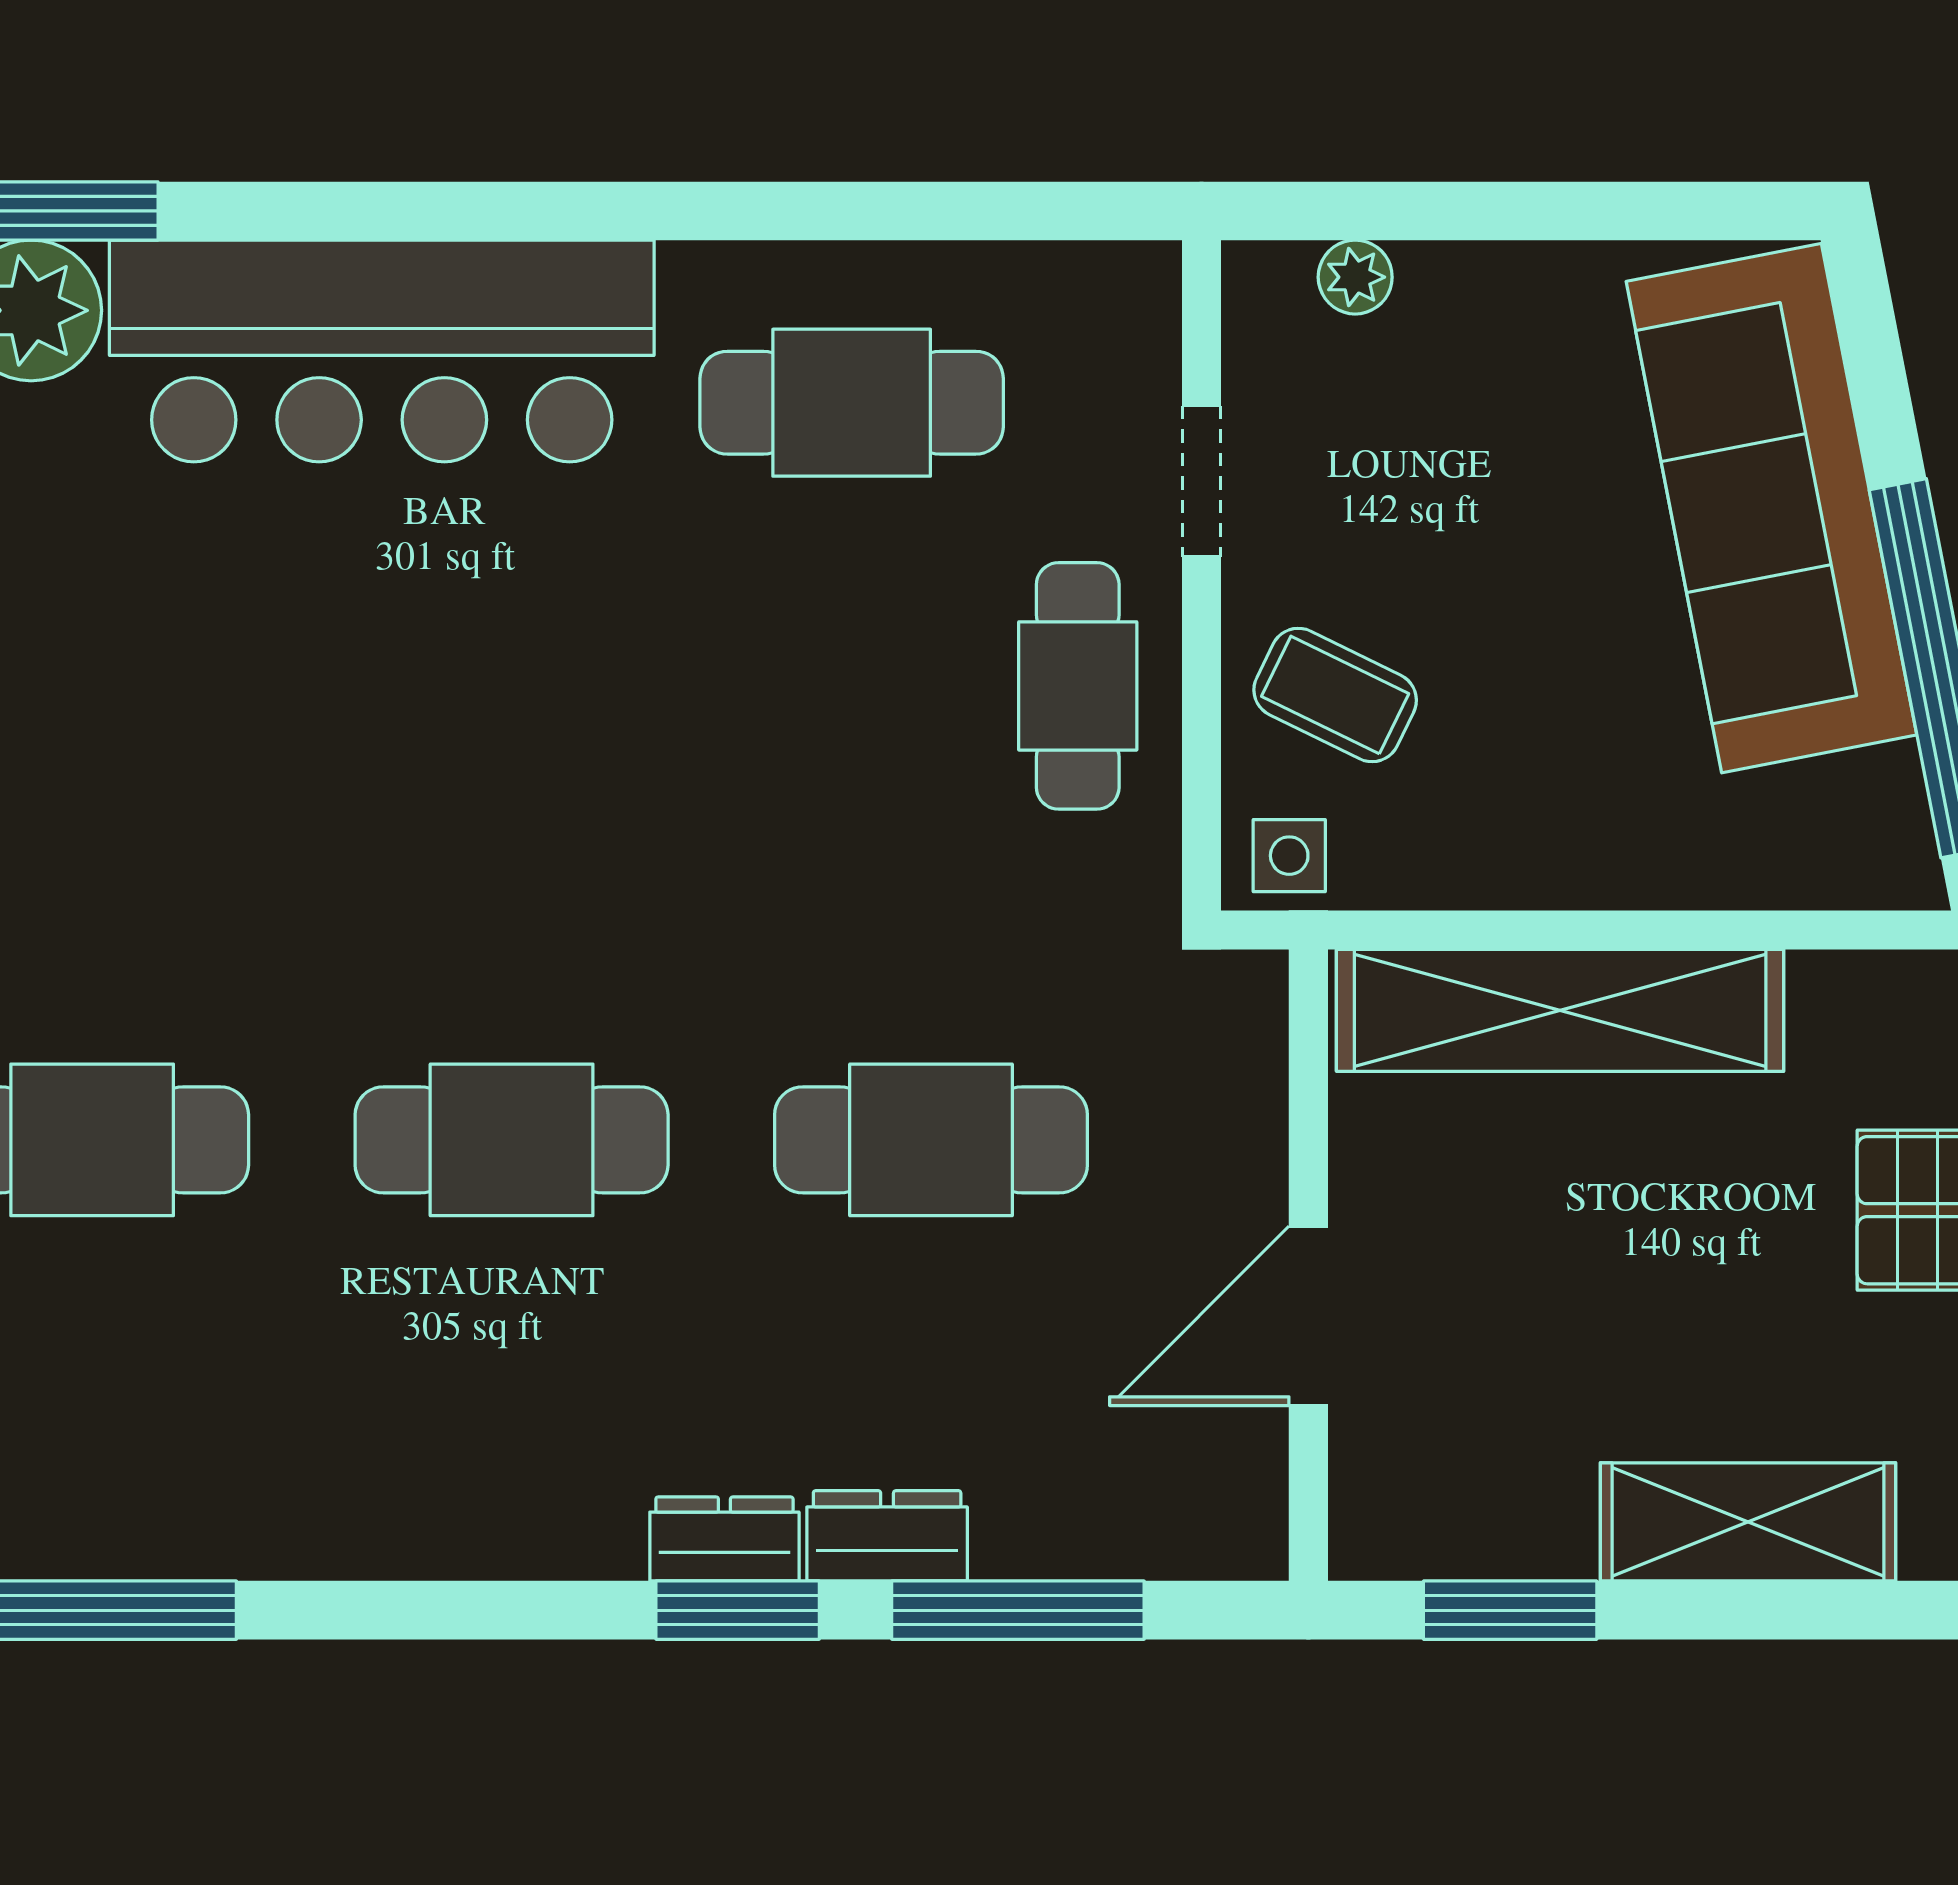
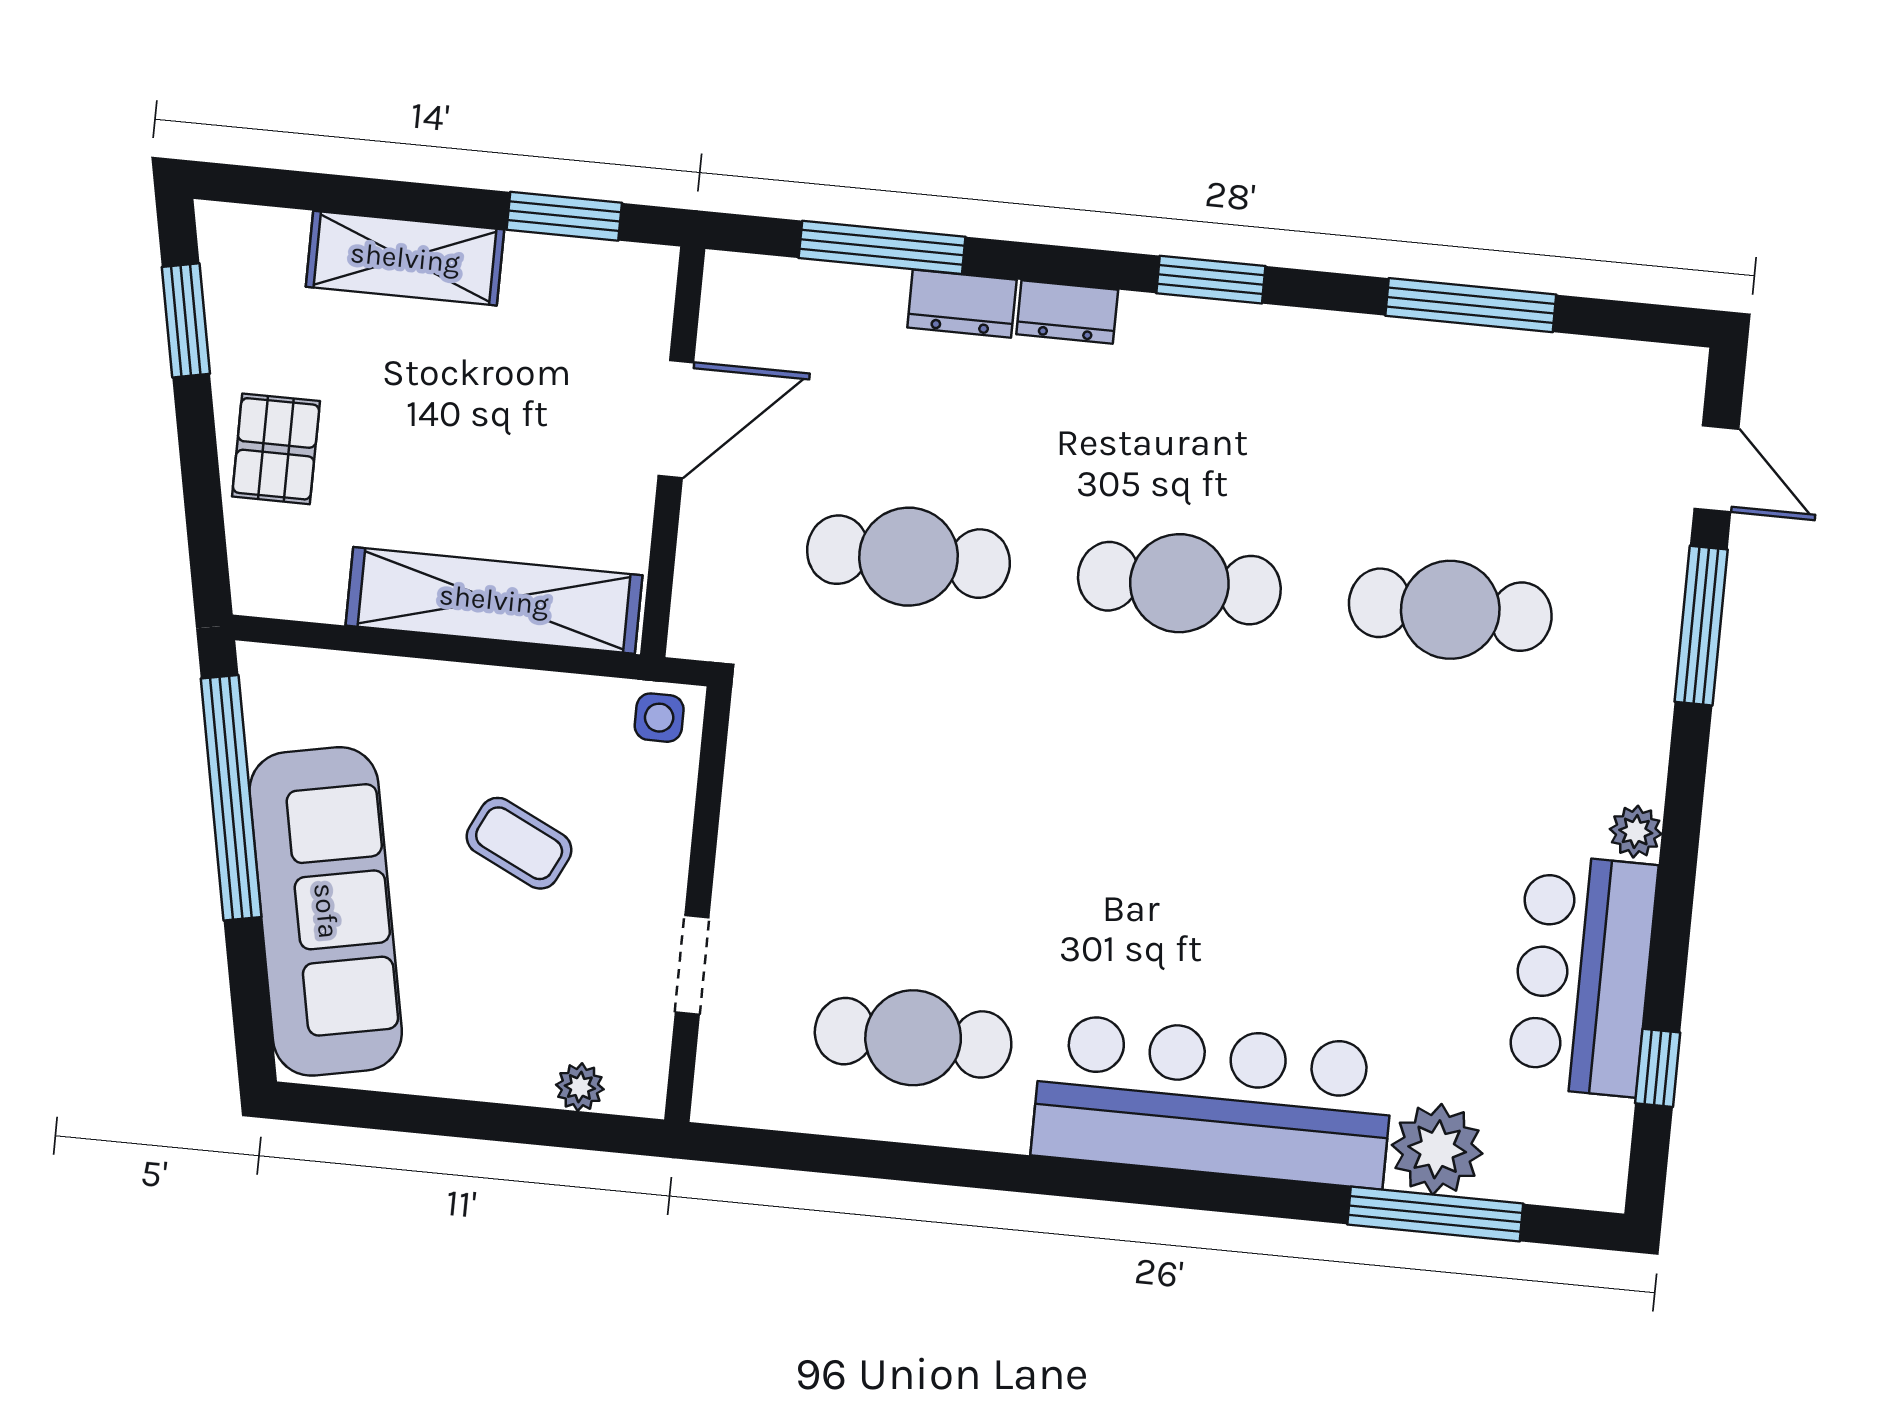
cafe table: (1078, 686) -> (785, 841), removed
coffee table: (1335, 695) -> (519, 843), moved
window: (738, 1610) -> (1211, 280), moved

